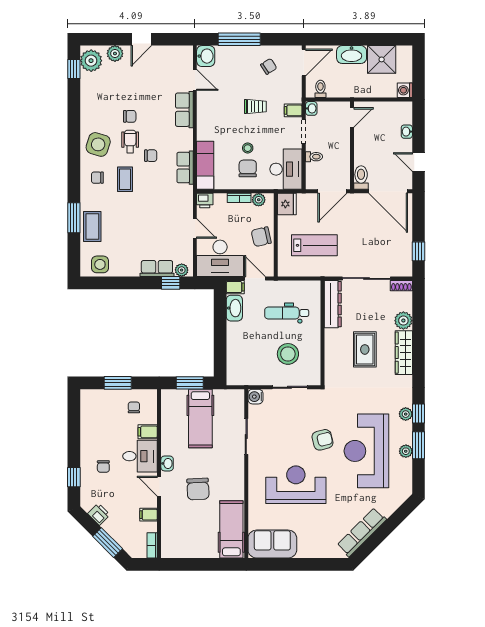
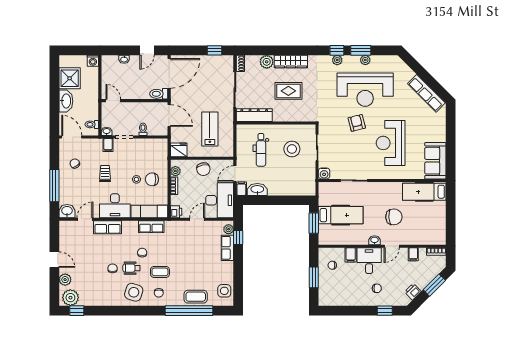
desk: (286, 169) -> (115, 206), moved, turned 180
window: (74, 218) -> (189, 311), width x2.11

